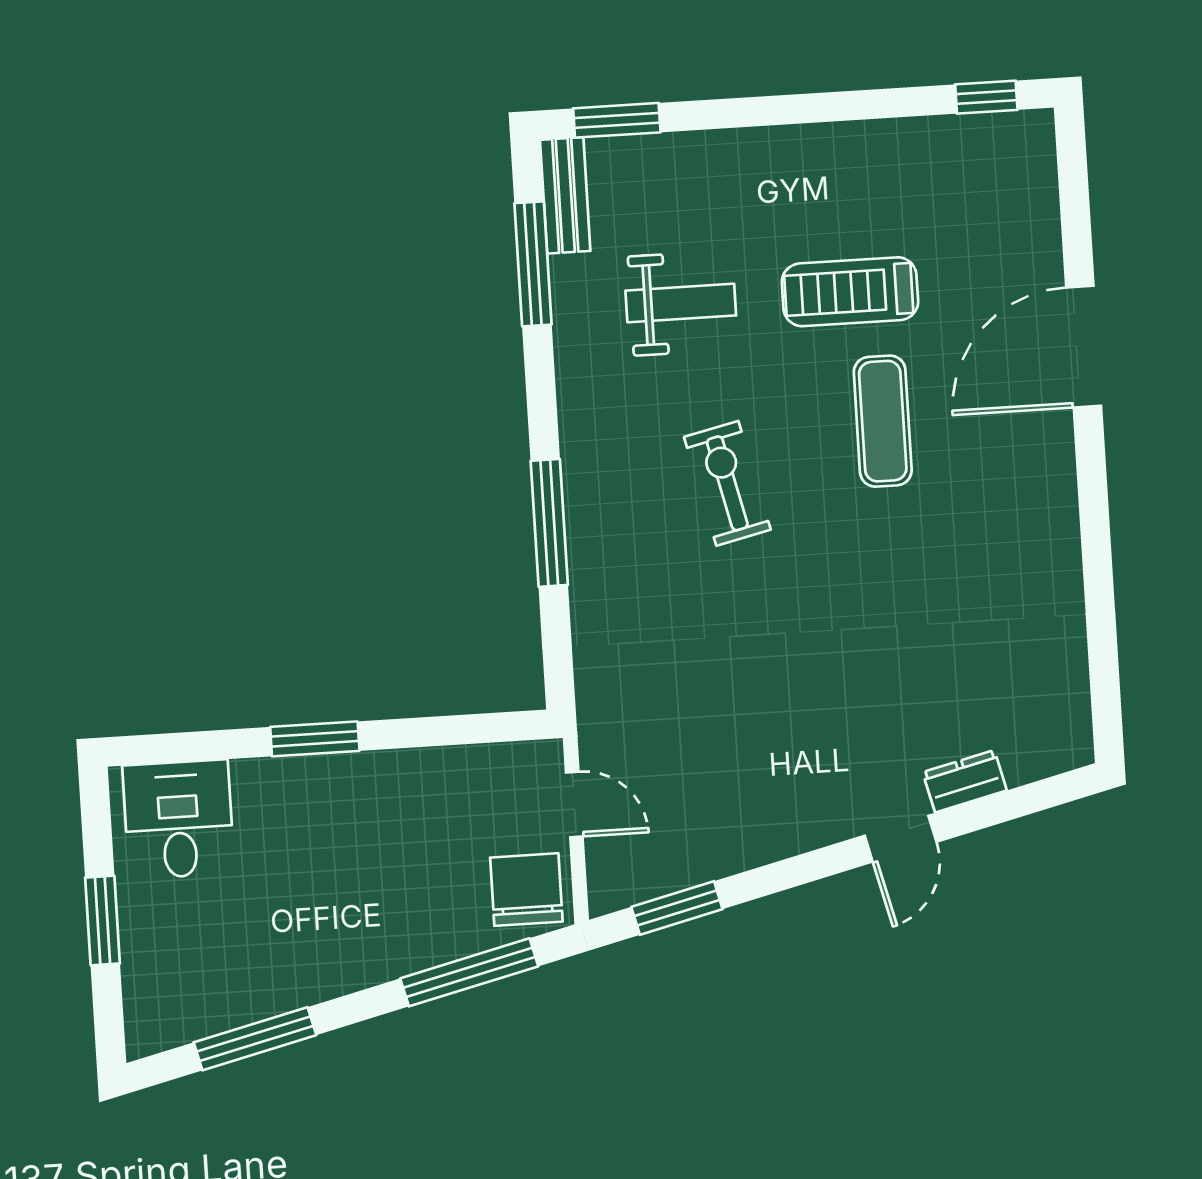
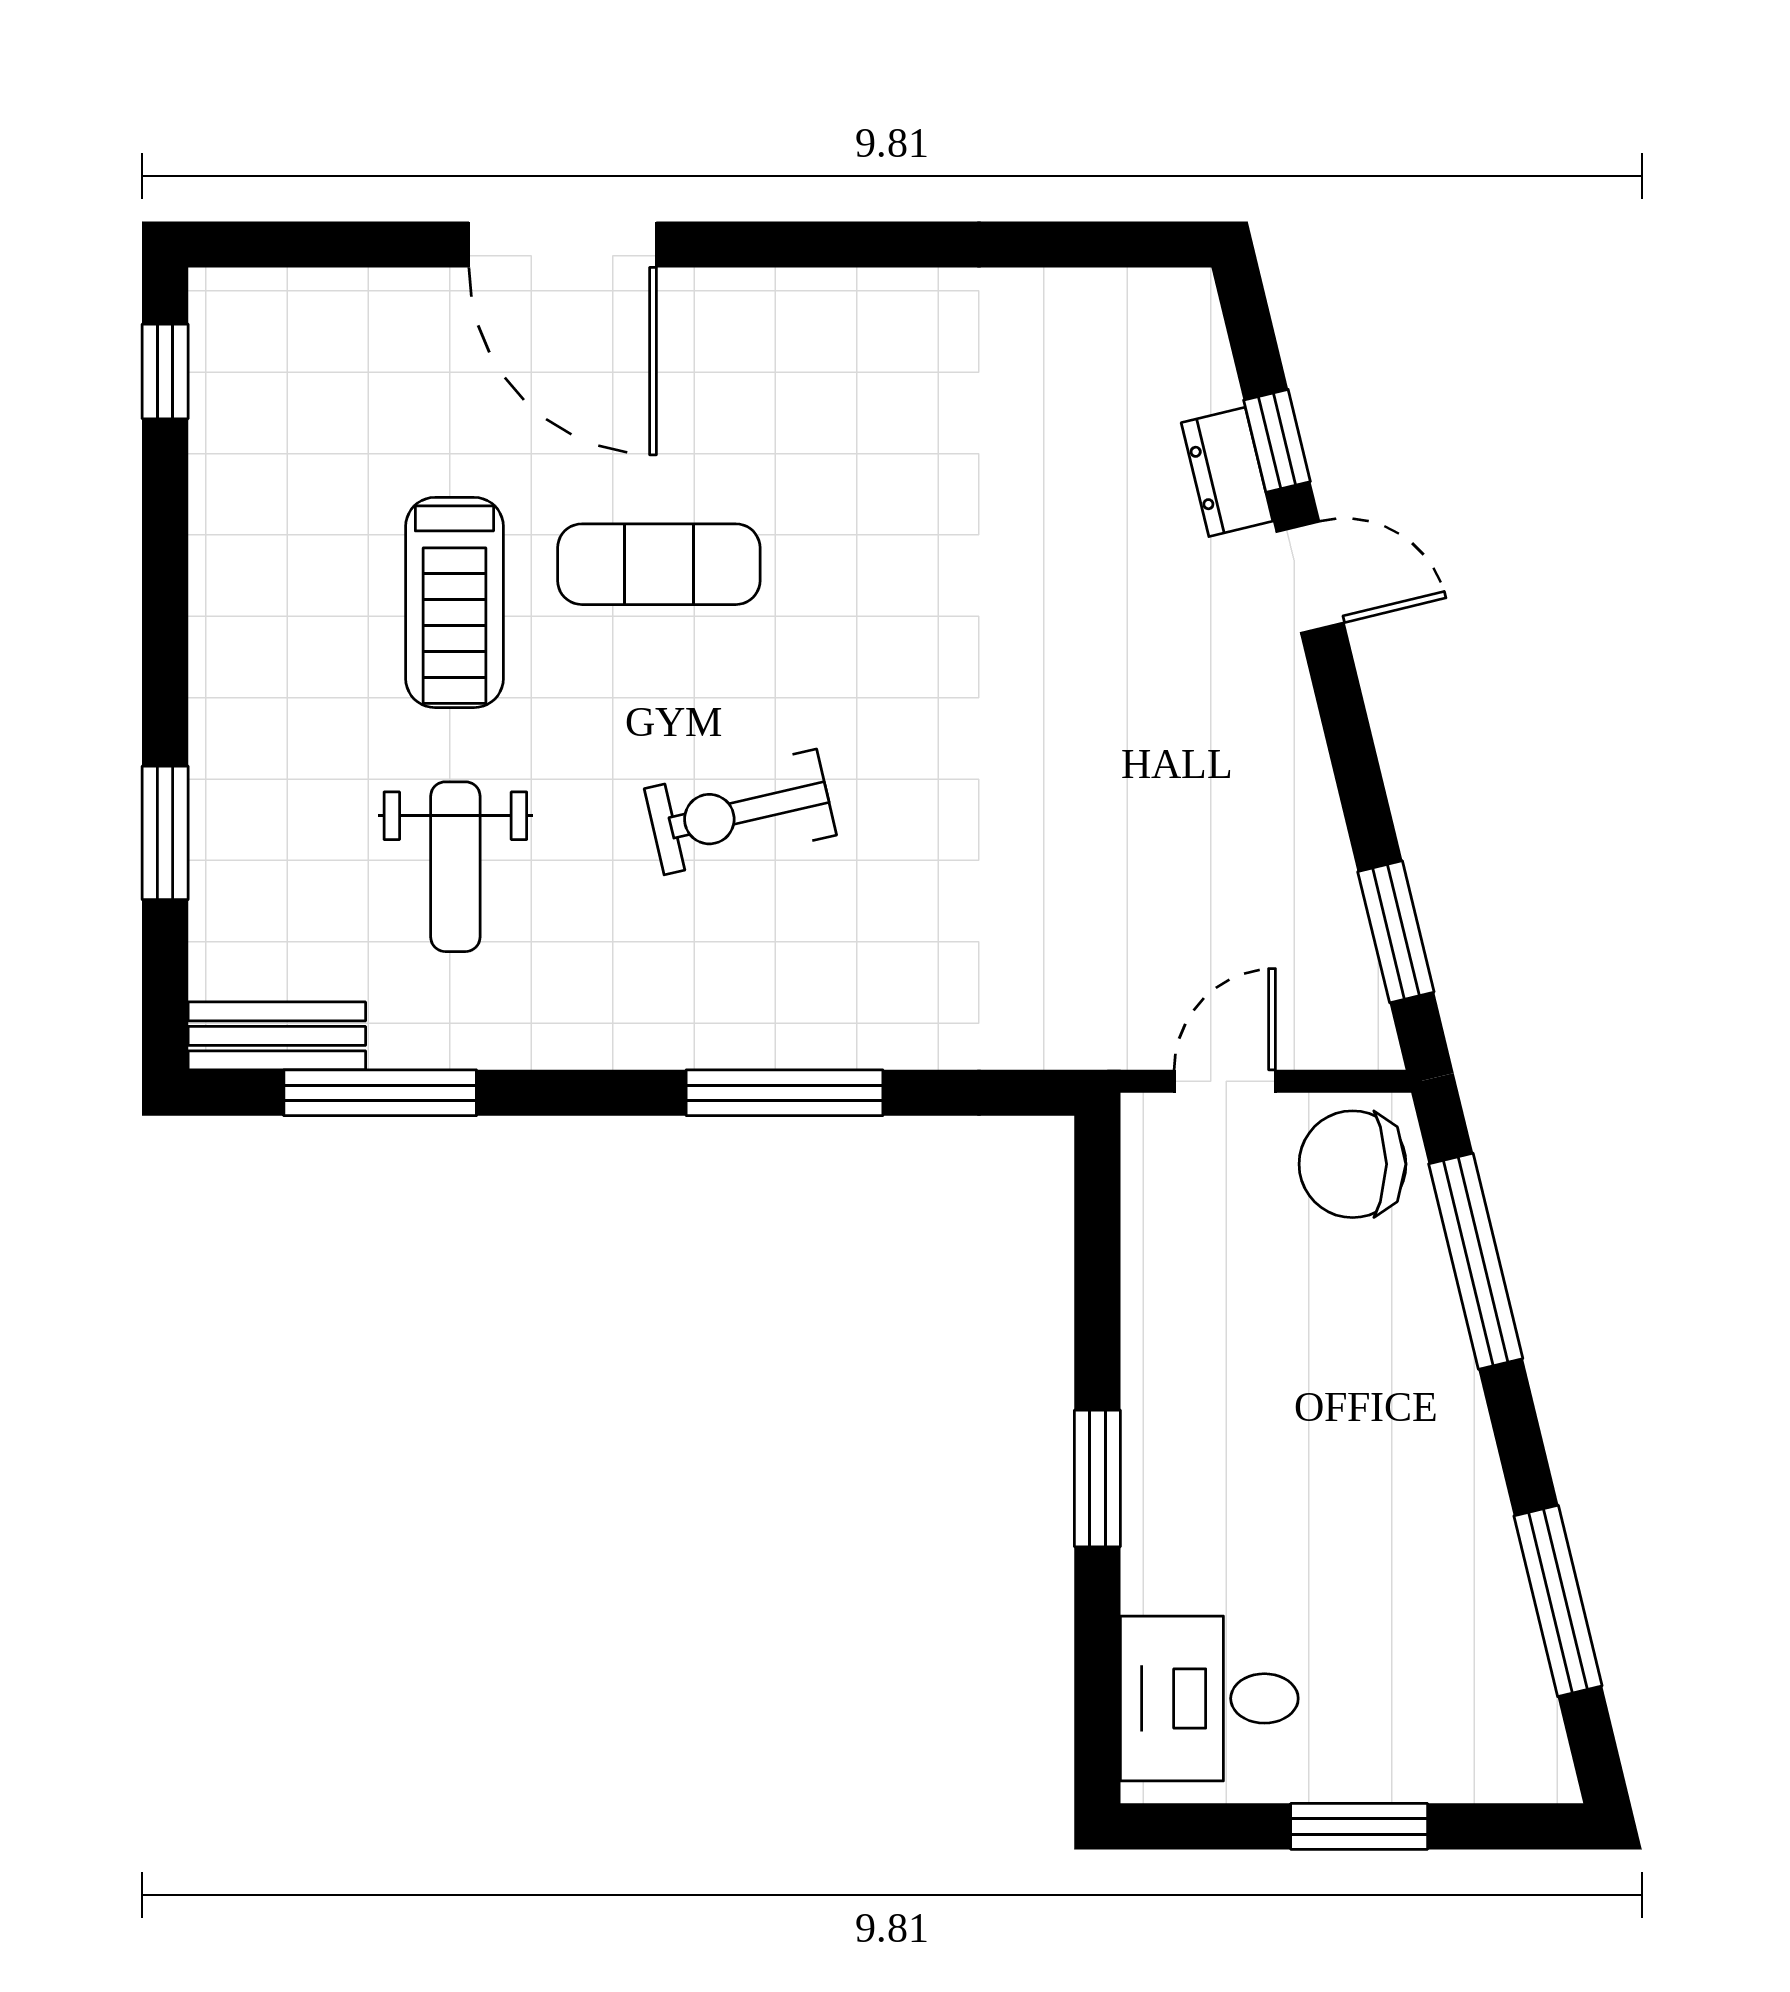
window: (617, 120) -> (165, 833), moved
weight bench: (681, 303) -> (455, 867), turned 180
window: (987, 812) -> (1277, 441), added

